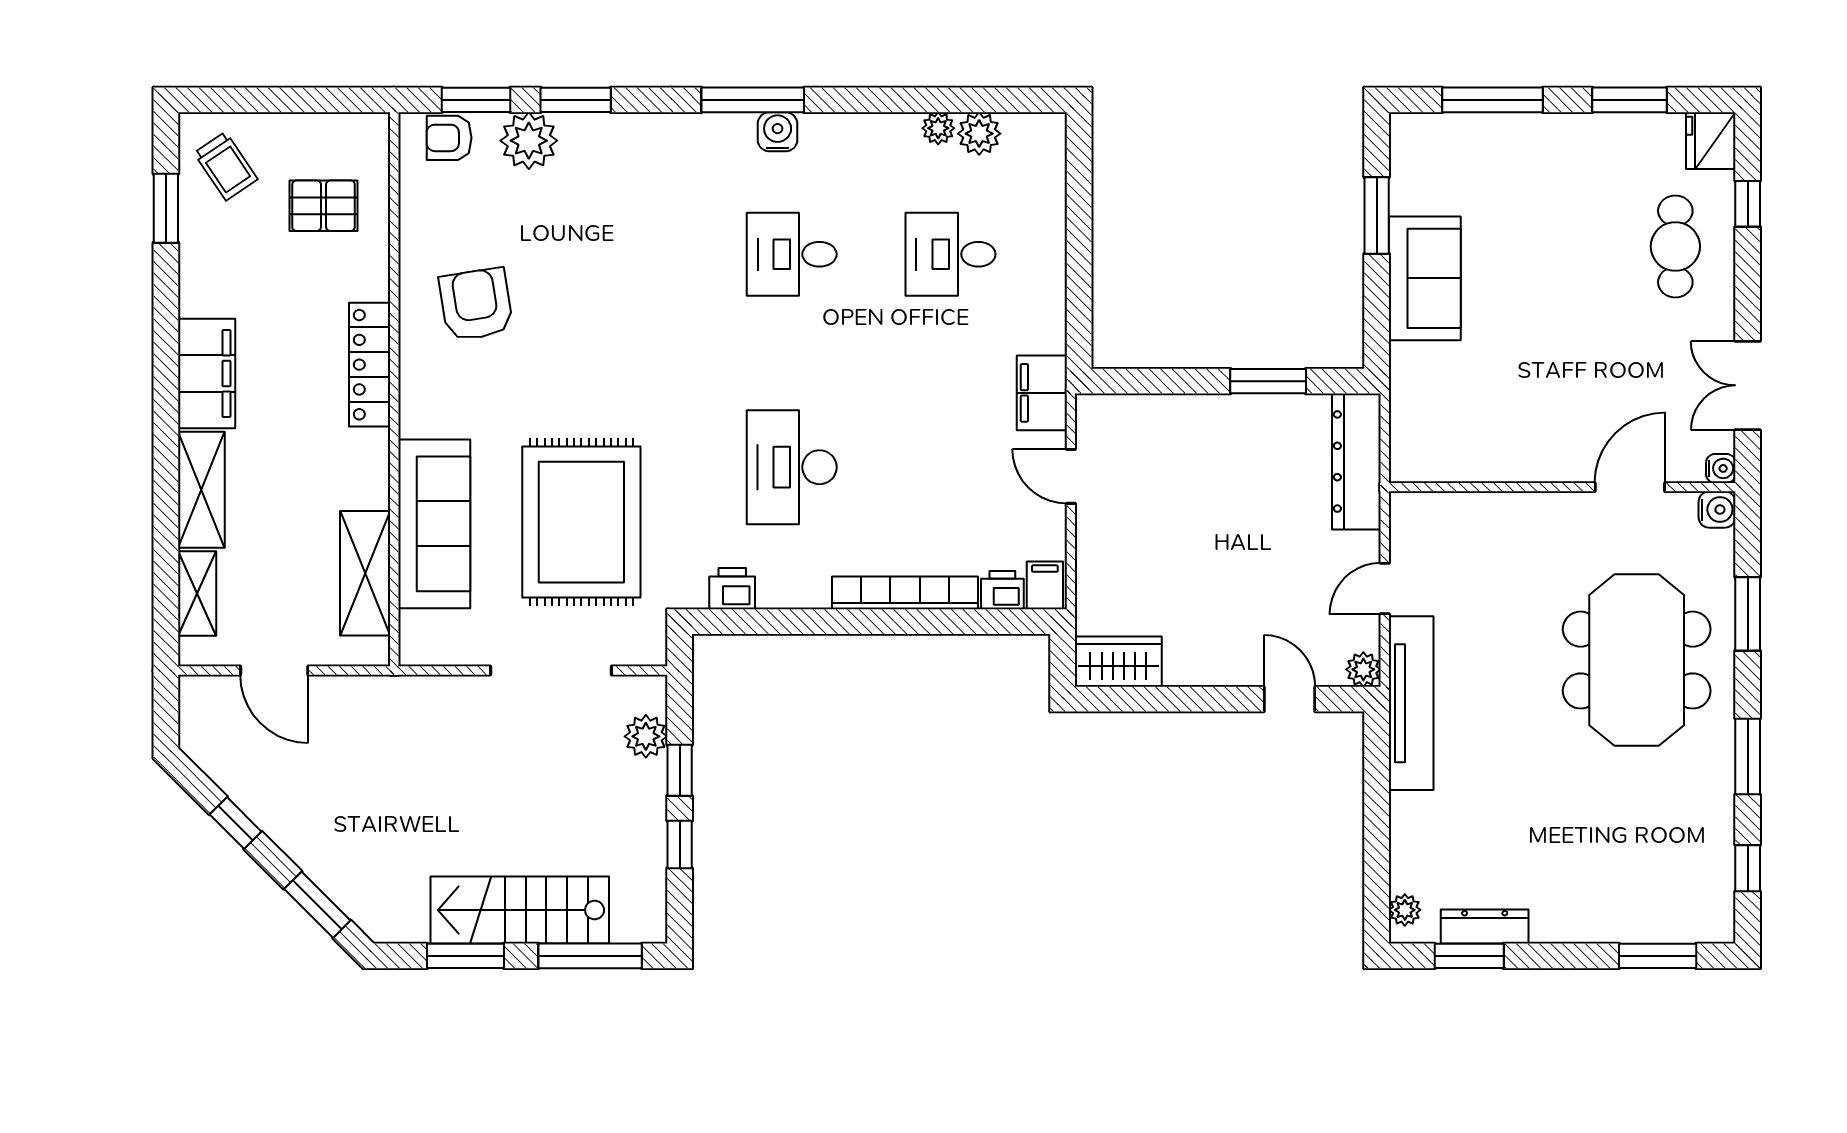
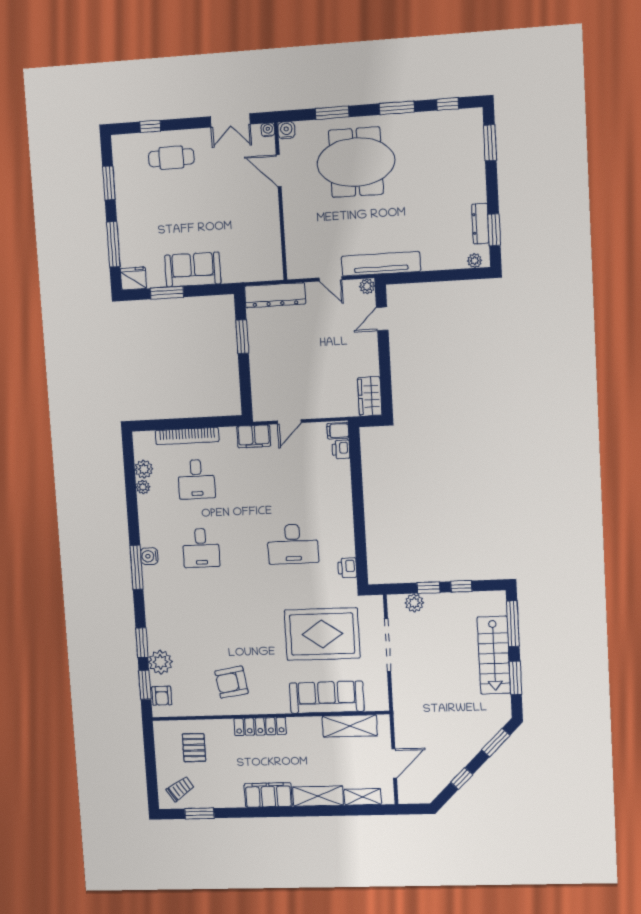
fridge: (1711, 141) -> (133, 278), moved, turned 180
bookcase: (905, 593) -> (187, 436), moved, turned -90

